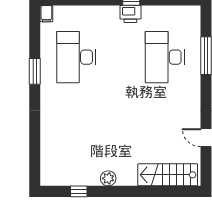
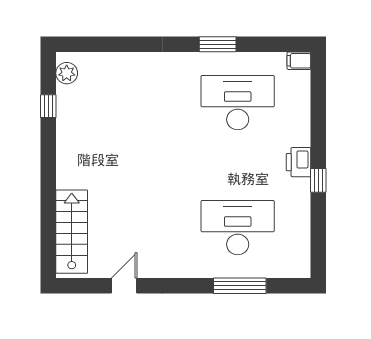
printer: (130, 14) -> (298, 162), moved
plant: (108, 178) -> (67, 73), moved

